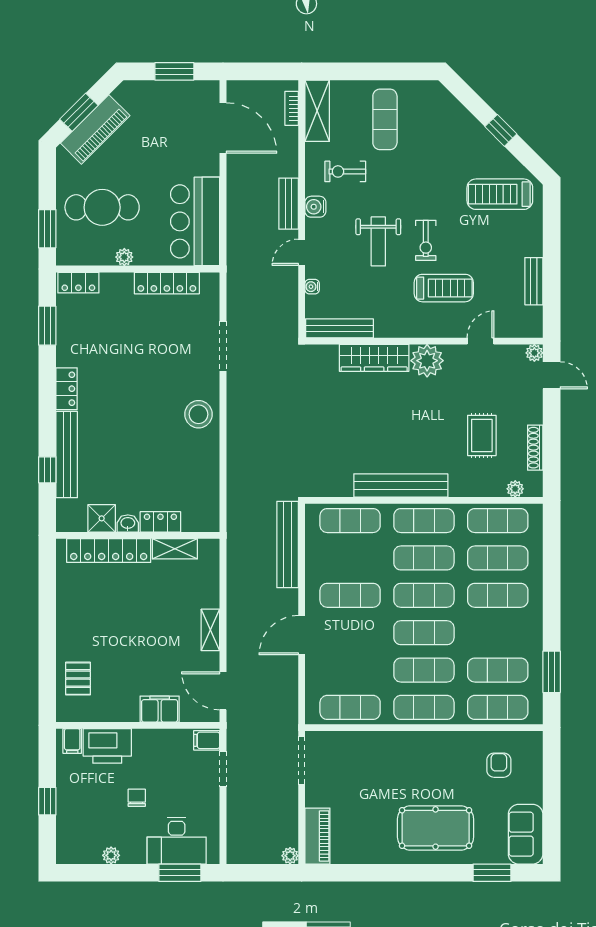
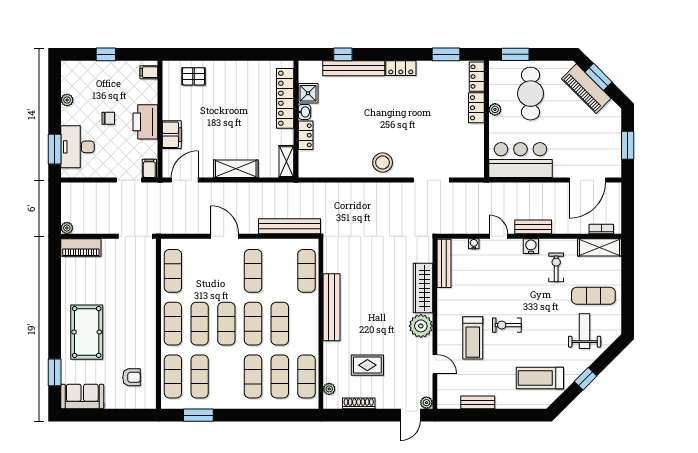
treadmill: (500, 194) -> (540, 378), turned -90
weight bench: (378, 241) -> (585, 331), moved, turned 90
locker: (167, 283) -> (476, 108), moved, width x0.66
exercise mat: (424, 521) -> (307, 324), removed
shelving: (175, 549) -> (286, 162), moved
shelving: (210, 630) -> (236, 169), width x1.50, depth x1.33
printer: (107, 746) -> (145, 122), moved

